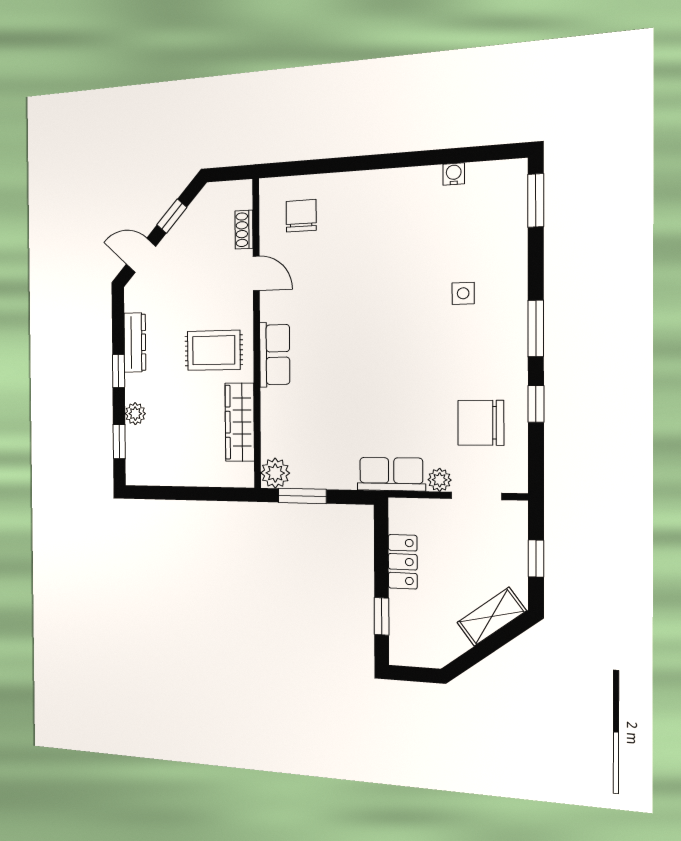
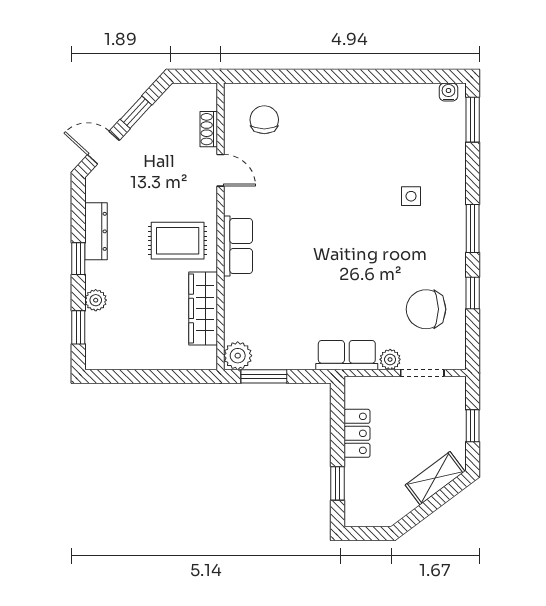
water cooler: (454, 174) -> (448, 92), moved

